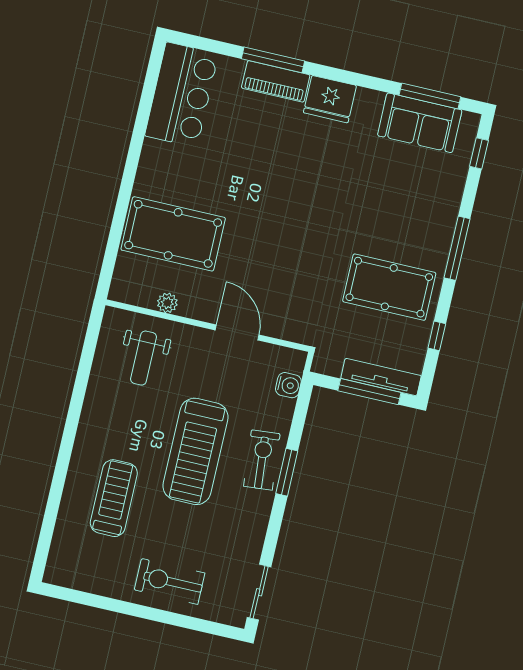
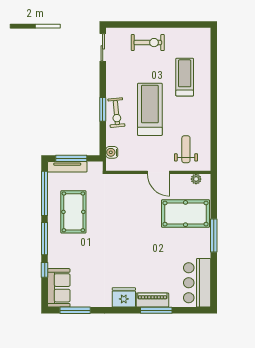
sofa: (420, 123) -> (59, 288), moved, turned 90
window: (479, 153) -> (45, 270), moved
window: (128, 179) -> (214, 236), added
pool table: (389, 287) -> (73, 212), turned 90
plant: (167, 303) -> (196, 179), moved
door: (237, 332) -> (158, 172), moved
window: (437, 336) -> (45, 193), width x3.17
treadmill: (114, 498) -> (185, 77), turned 180

